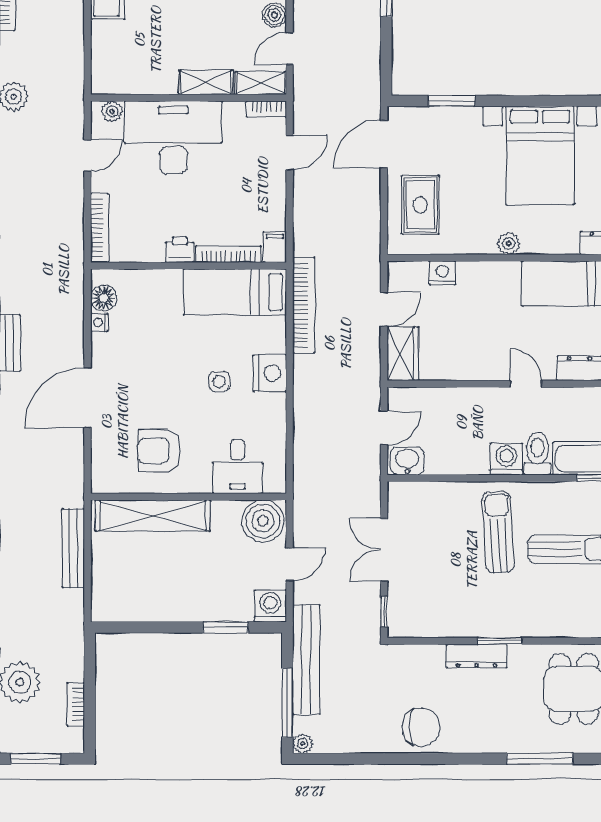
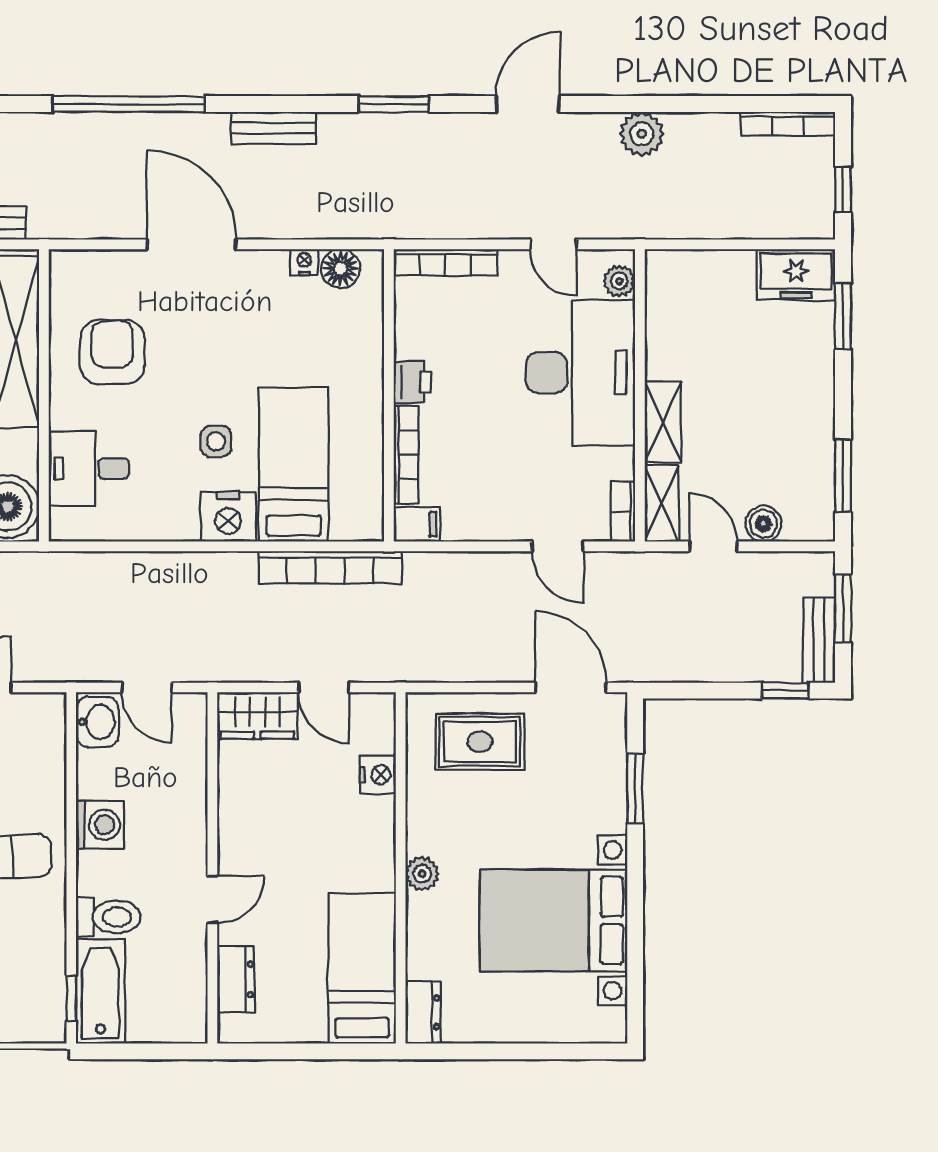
bed: (235, 292) -> (294, 465), moved
washing machine: (506, 459) -> (100, 825), moved

